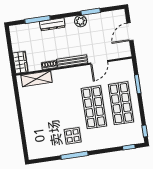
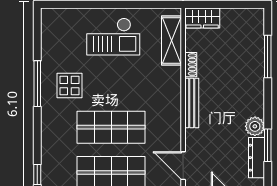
dresser: (52, 24) -> (256, 158), moved
door: (99, 62) -> (183, 166), moved
checkout: (39, 114) -> (113, 36), added

